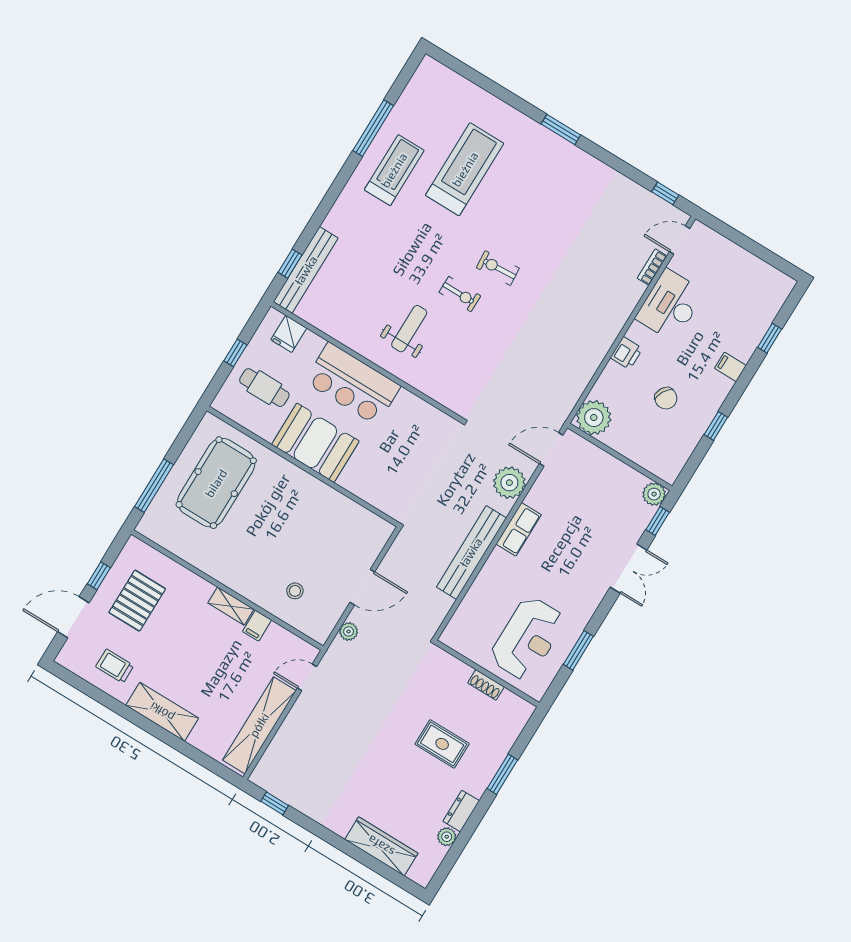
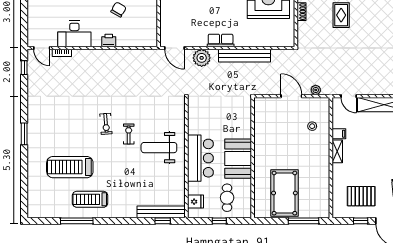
weight bench: (409, 329) -> (159, 148), width x1.36, depth x1.33
plant: (594, 418) -> (148, 37), removed
pool table: (216, 483) -> (284, 193), turned 90

